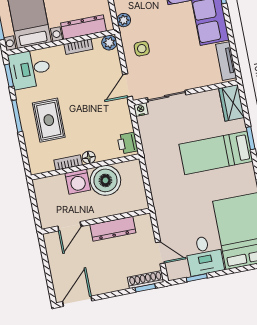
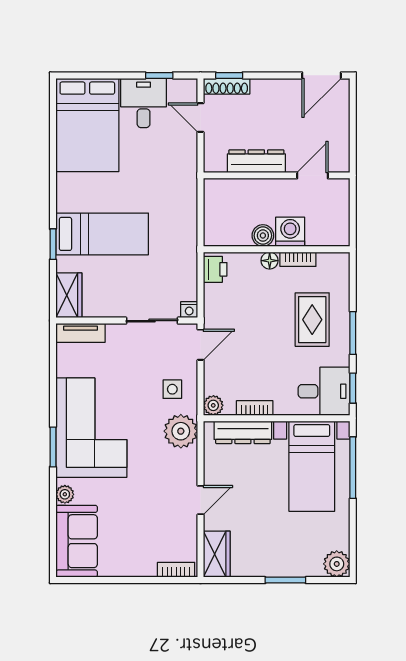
plant: (124, 20) -> (181, 431), width x1.88, depth x1.88
tv unit: (226, 61) -> (80, 333), moved, turned 90
boiler: (105, 180) -> (263, 236), width x0.54, depth x0.54

